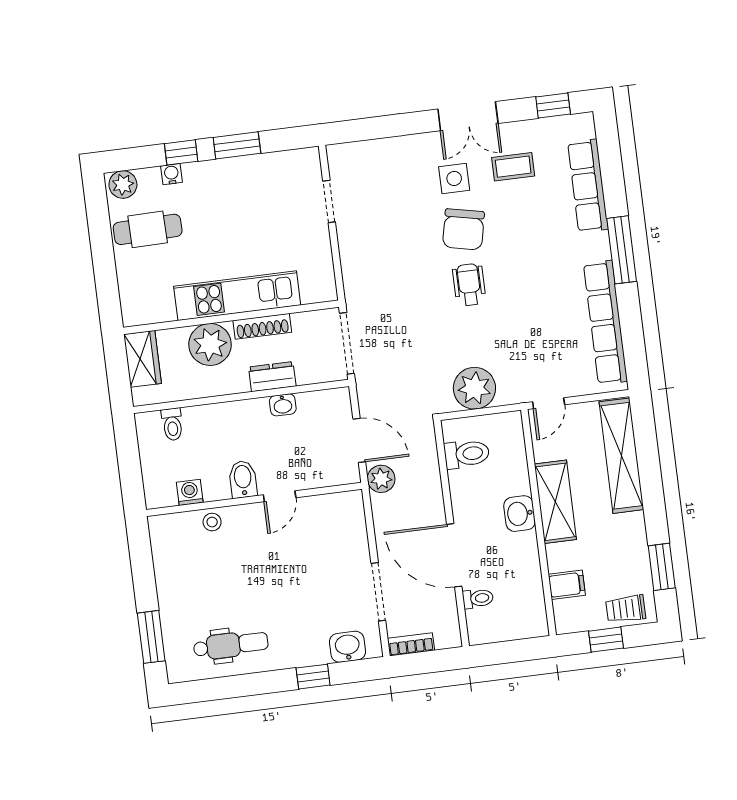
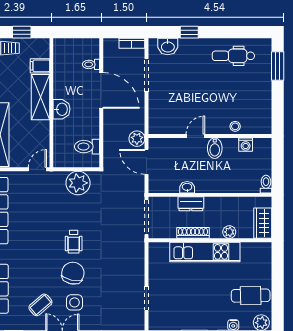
coffee table: (513, 167) -> (40, 305), turned -41
plant: (210, 344) -> (229, 232), width x0.53, depth x0.53
toilet: (172, 424) -> (266, 184), moved
shelving: (555, 502) -> (41, 97), moved

